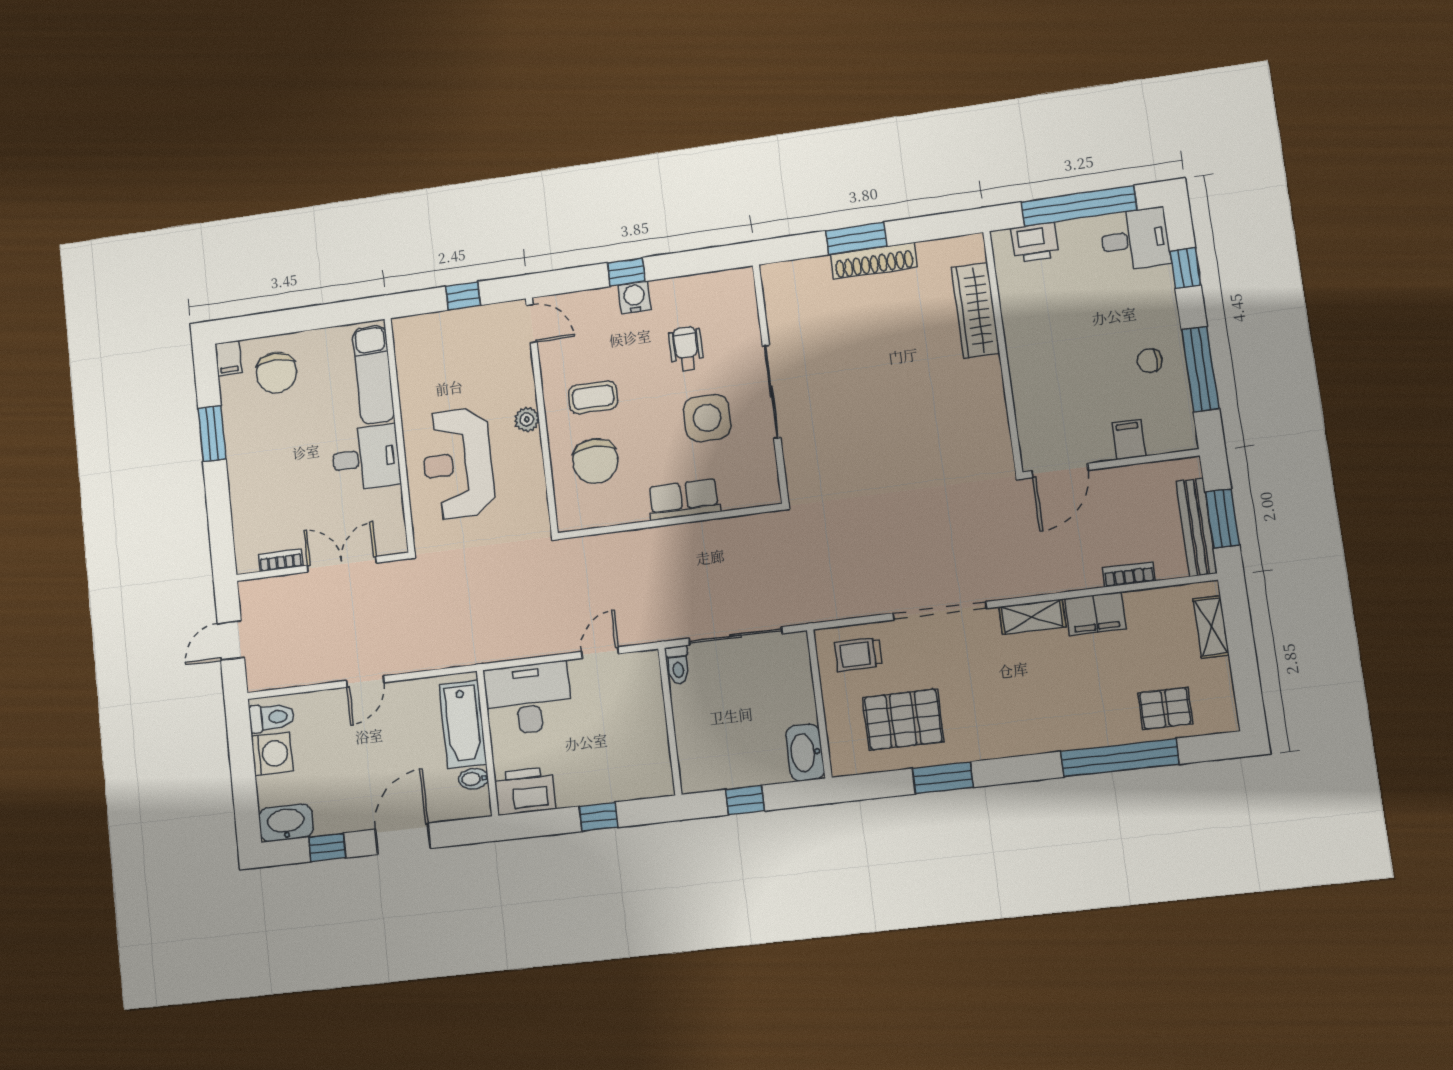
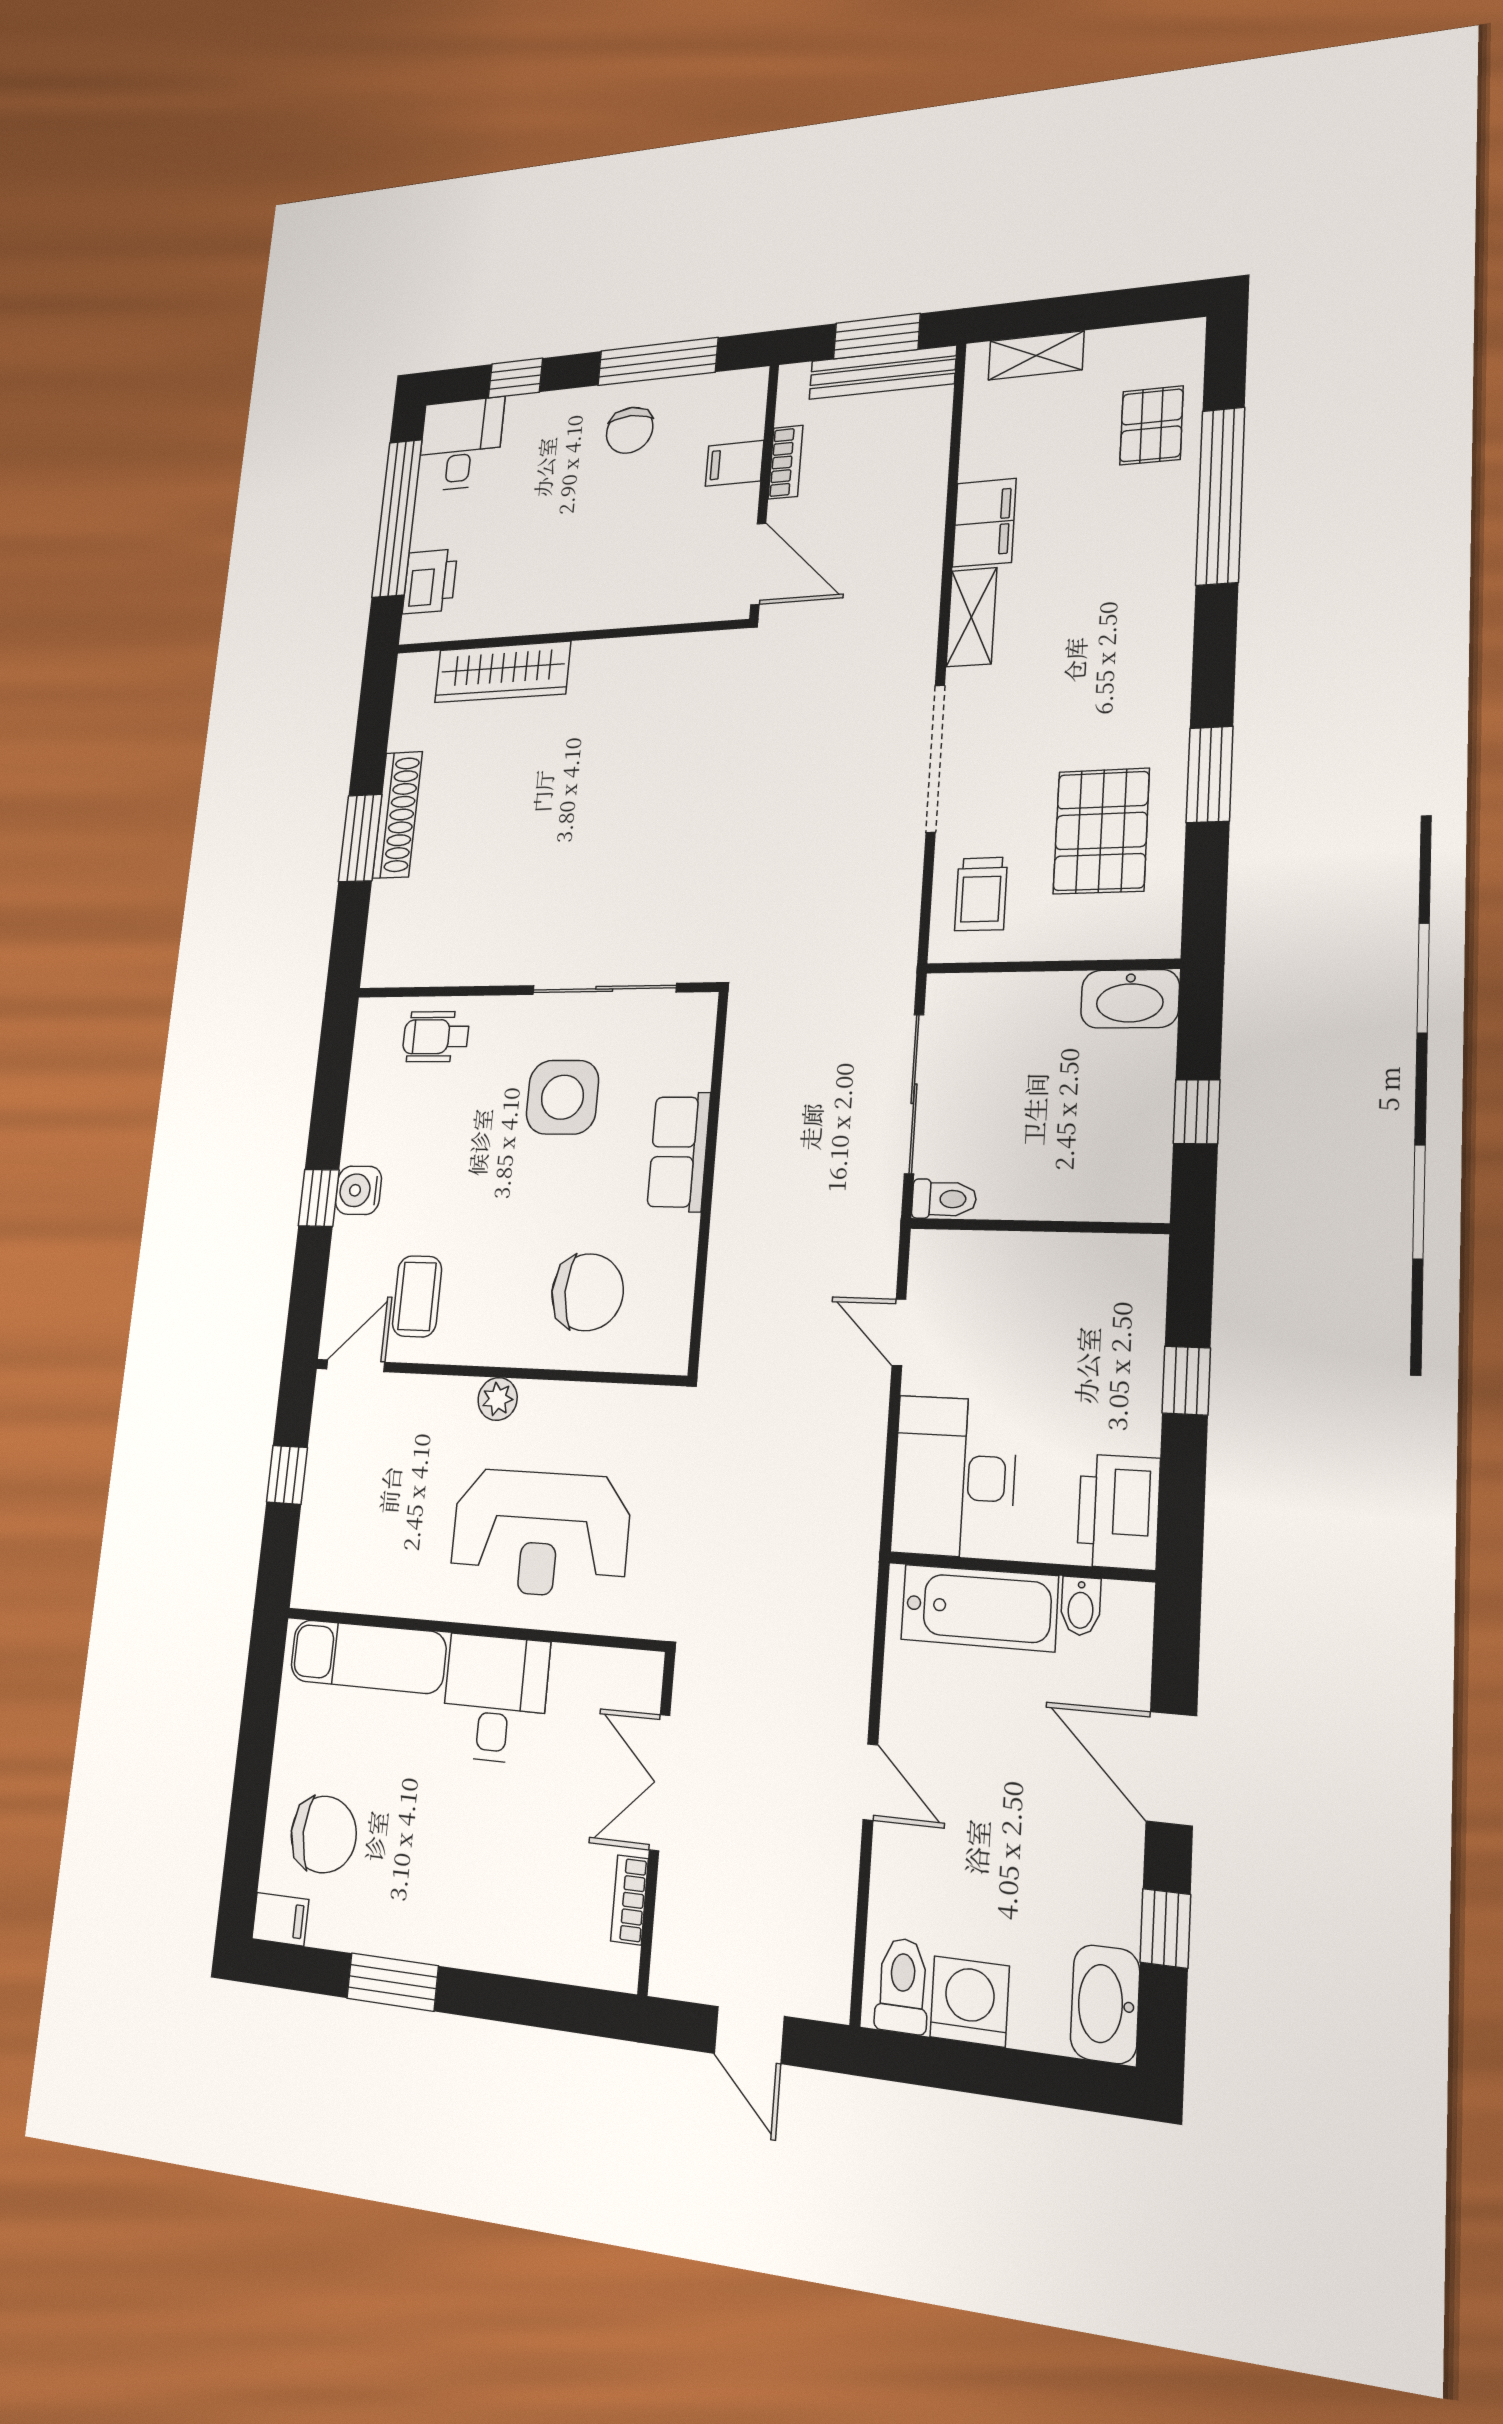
wheelchair: (686, 349) -> (436, 1037), moved
chair: (1150, 361) -> (630, 430), width x1.37, depth x1.37
sliding door: (772, 392) -> (604, 989), moved
coffee table: (593, 397) -> (417, 1296), moved
bookcase: (1129, 574) -> (785, 462), moved, turned 180

